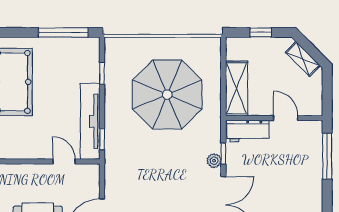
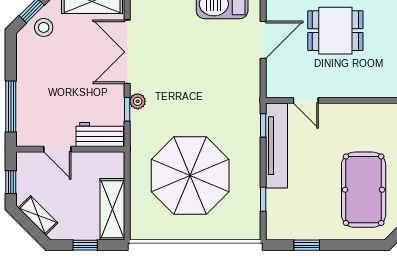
window: (63, 32) -> (307, 245), width x0.46
shelving: (237, 88) -> (112, 209), moved
window: (327, 89) -> (11, 182), added

